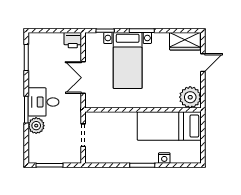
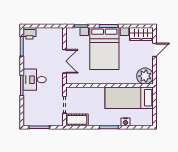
printer: (73, 40) -> (30, 33), moved
bed with nightstands: (128, 60) -> (104, 48), width x1.36
double door: (83, 78) -> (64, 61), swing flipped
plant: (36, 126) -> (29, 97), removed
cot: (100, 155) -> (77, 120), added

